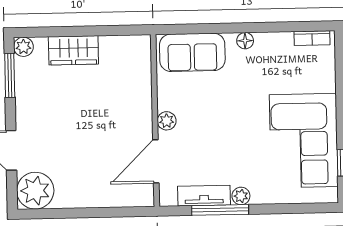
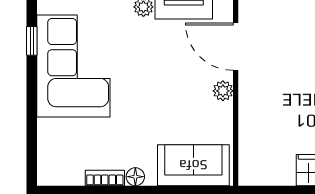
bookcase: (312, 38) -> (105, 178), moved
door: (156, 161) -> (236, 47), swing flipped

